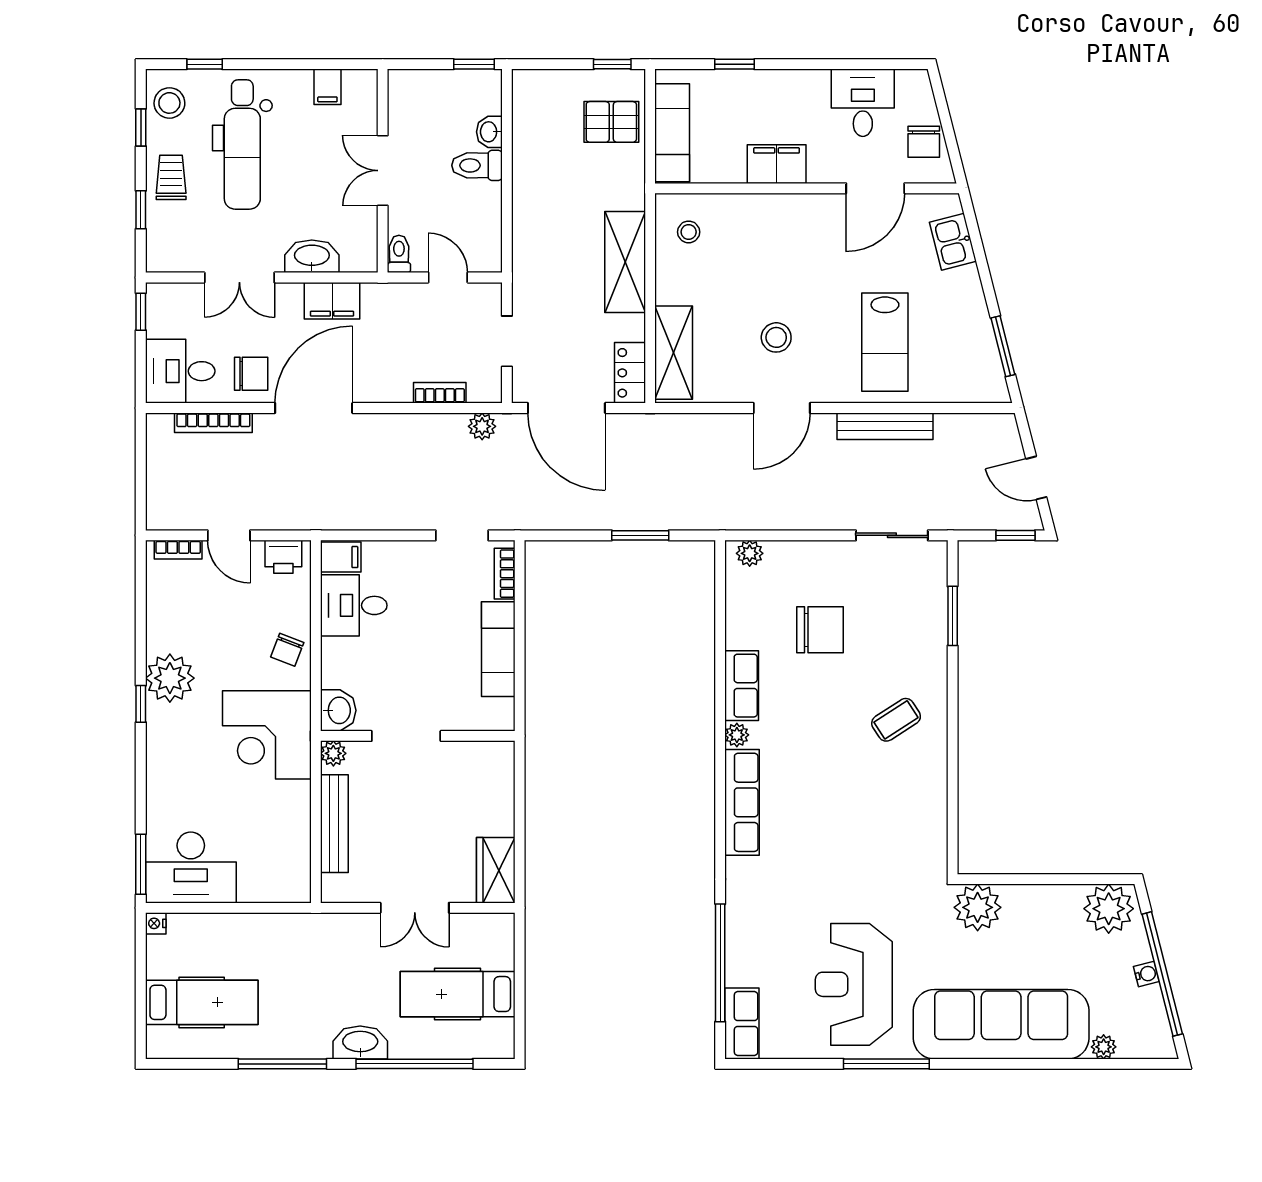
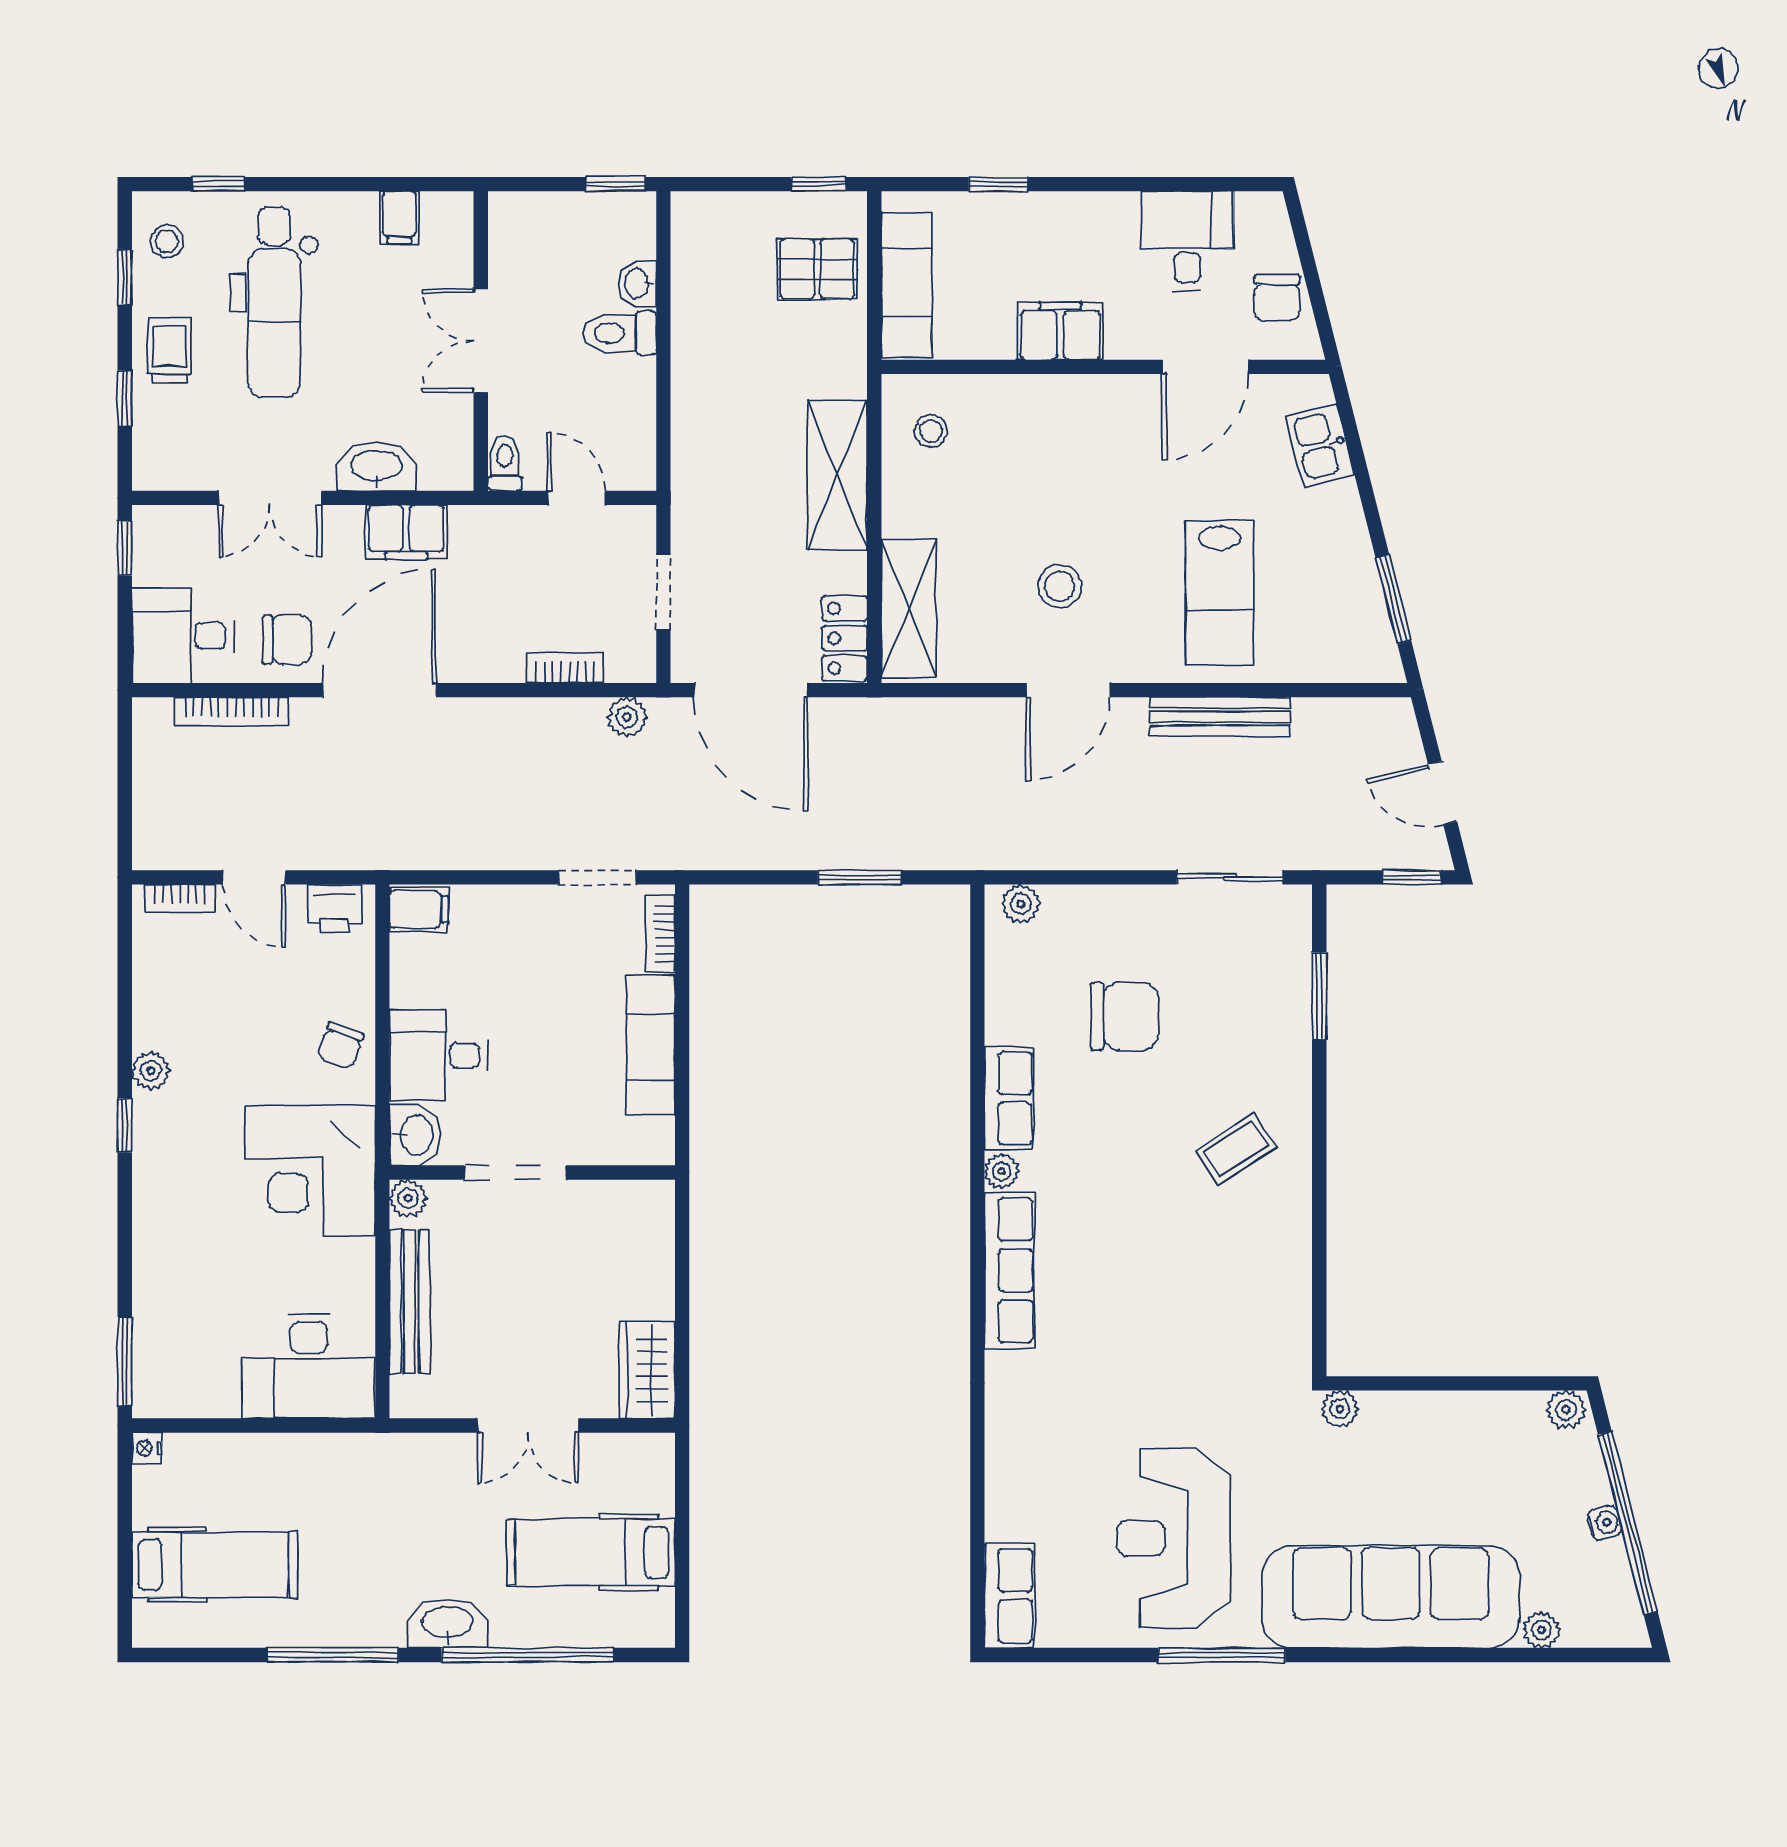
stool: (169, 103) -> (167, 241), width x0.73, depth x0.73
desk: (354, 605) -> (438, 1055), moved
plant: (170, 678) -> (151, 1071), width x0.53, depth x0.53
desk: (191, 868) -> (309, 1366), moved
plant: (978, 907) -> (1340, 1409), width x0.53, depth x0.53
plant: (1109, 909) -> (1566, 1410), width x0.53, depth x0.53
window: (720, 963) -> (977, 1506), removed

